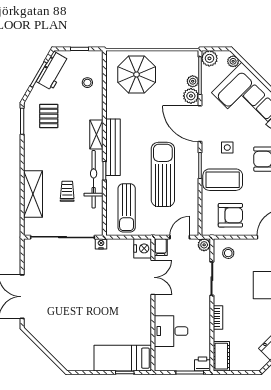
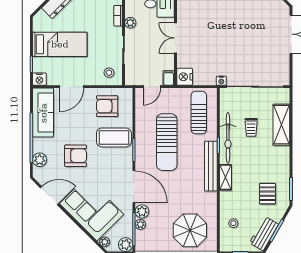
side table: (227, 148) -> (110, 166), removed
plant: (204, 245) -> (130, 23), moved
double door: (153, 277) -> (175, 38), moved

